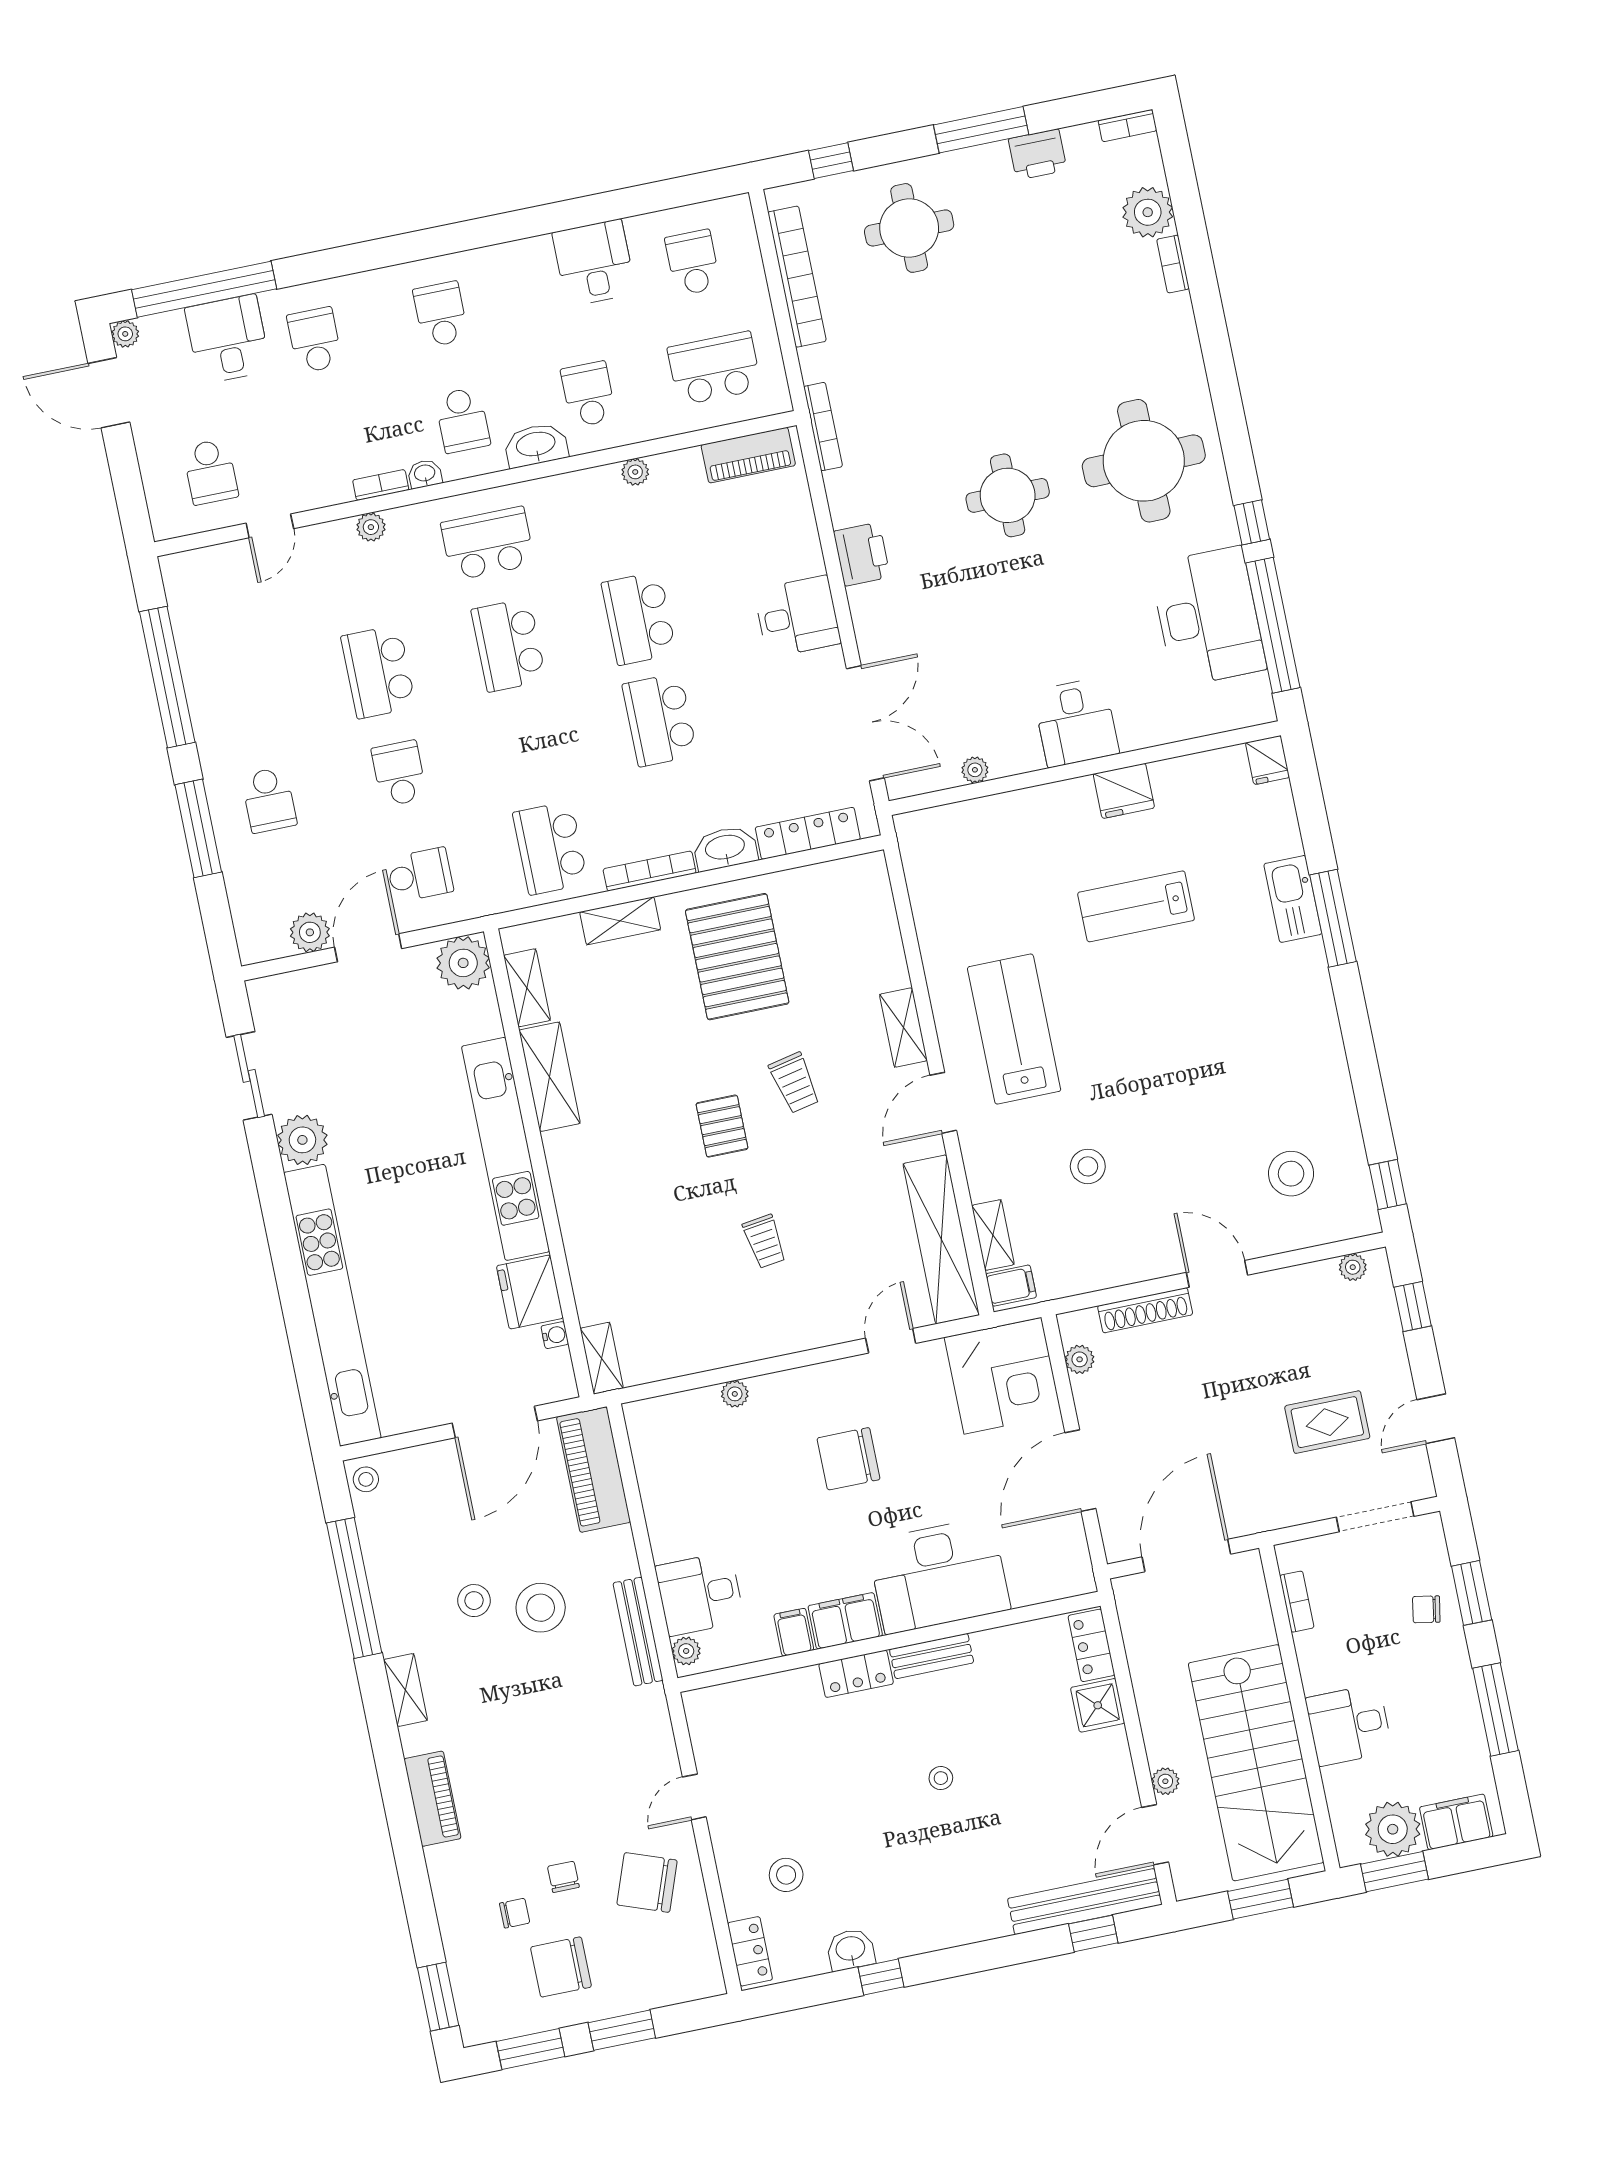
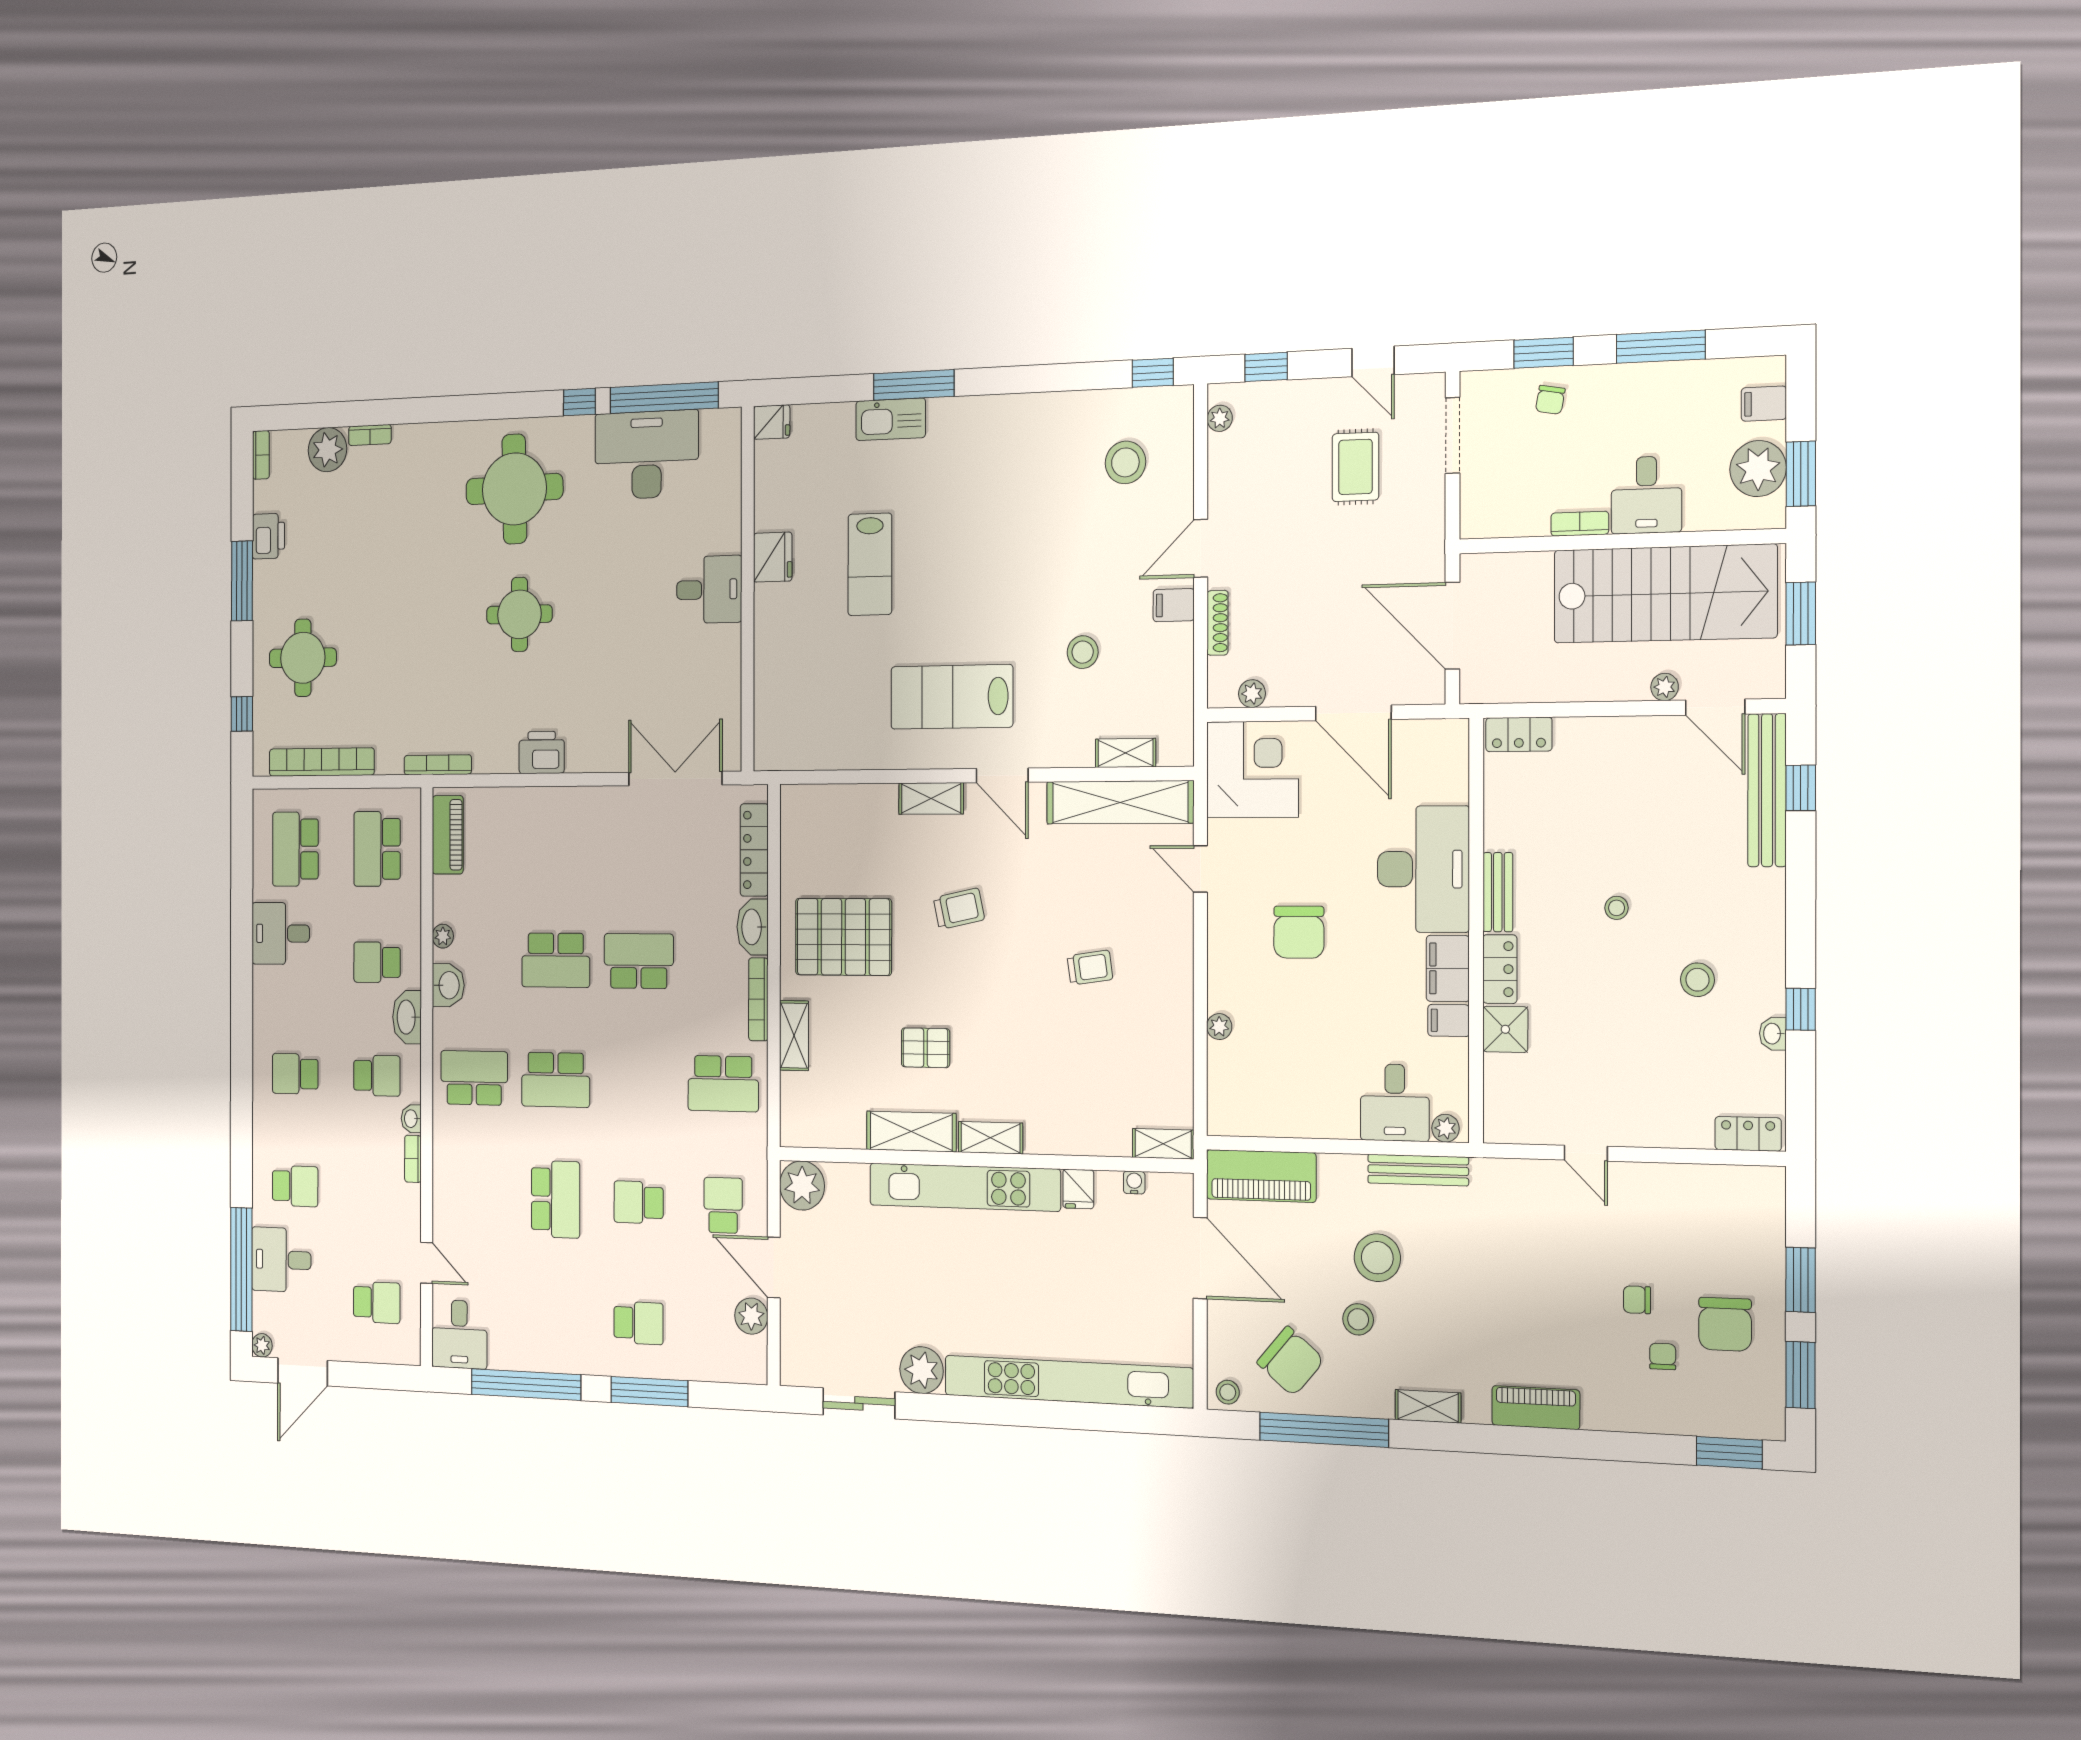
school desk: (693, 262) -> (295, 849), width x1.85
school desk: (315, 340) -> (295, 1186), turned 180
washbasin: (583, 490) -> (448, 985), added
plant: (371, 527) -> (443, 1176), removed
school desk: (488, 544) -> (474, 1078), turned 90
desk: (797, 617) -> (459, 1334), moved, turned 180
school desk: (378, 672) -> (556, 1199), turned -90
school desk: (660, 720) -> (639, 961), turned 180
plant: (975, 770) -> (731, 688), removed
shelving: (527, 988) -> (990, 1138), moved
pallet: (722, 1126) -> (926, 1048), moved
filing cabinet: (1011, 1286) -> (1174, 605), moved, turned -90
fridge: (530, 1292) -> (1078, 1189), width x0.53, depth x0.75
shoe rack: (1145, 1310) -> (1217, 623), width x0.74, depth x0.81
bookcase: (1297, 1602) -> (1580, 524), moved
shower: (1098, 1705) -> (1505, 1029), moved
filing cabinet: (1456, 1822) -> (1764, 404), width x0.50
stool: (786, 1875) -> (1698, 980), moved
chair: (647, 1882) -> (1290, 1361), moved, turned -70
washbasin: (851, 1949) -> (1773, 1034), width x0.72, depth x0.69

